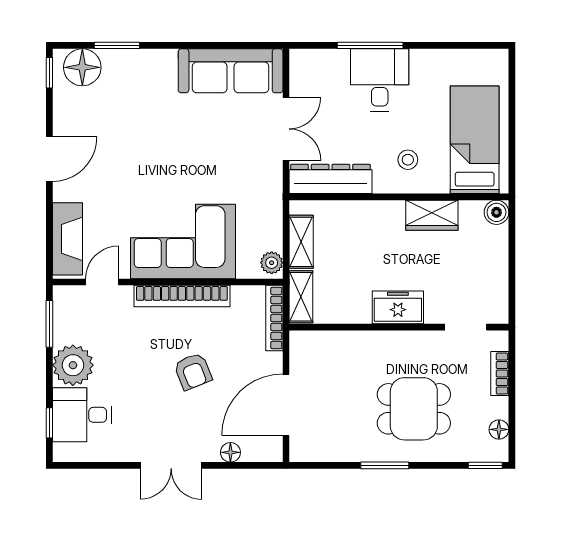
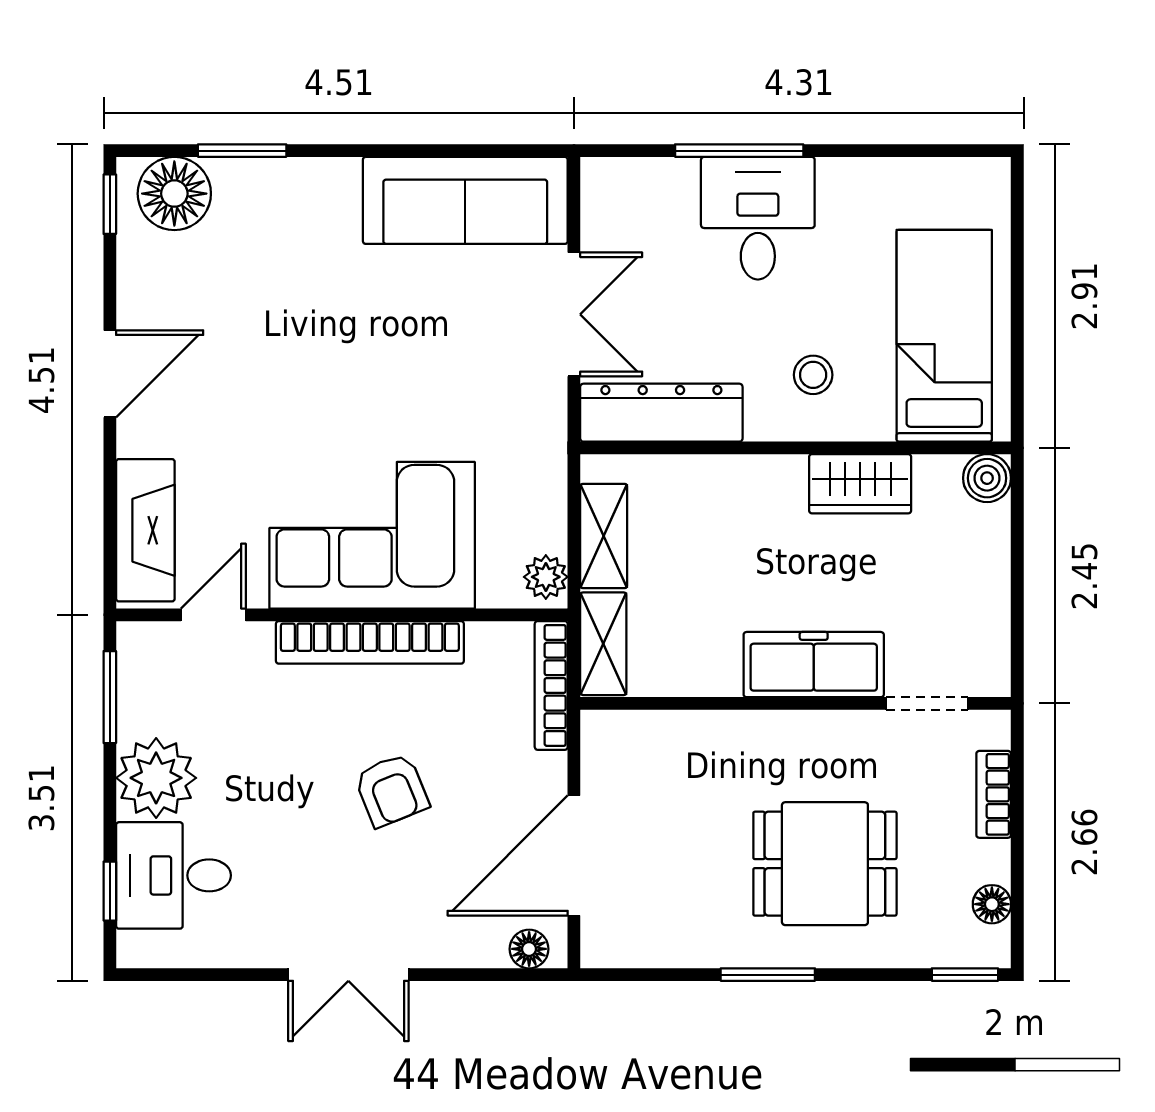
freezer: (398, 307) -> (814, 665), width x1.40
floor lamp: (230, 452) -> (529, 949), moved

